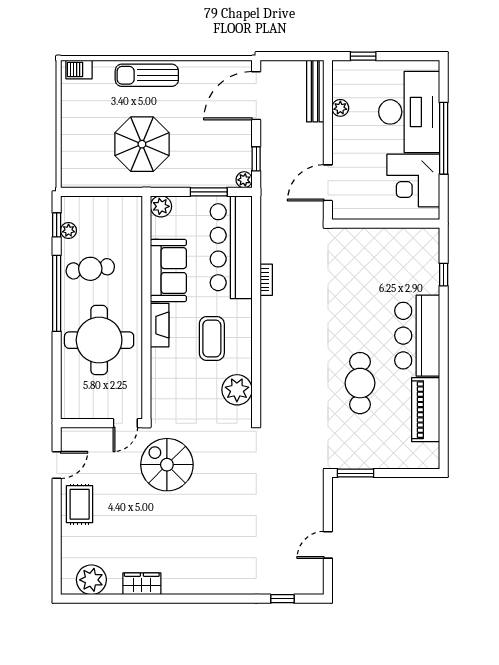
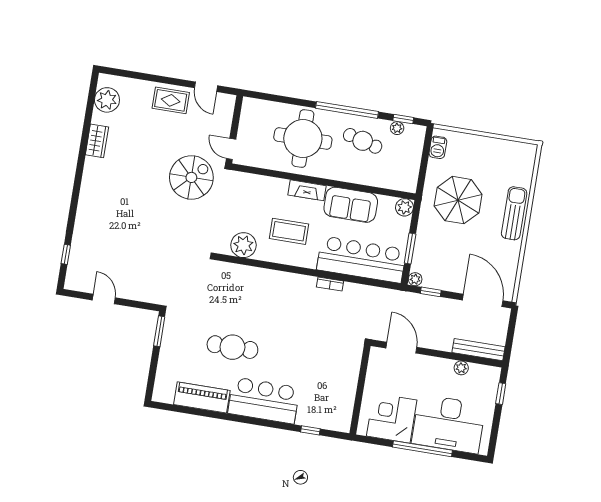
barbecue: (79, 69) -> (438, 147), moved, turned 180
cafe table: (90, 269) -> (363, 141), turned -68

